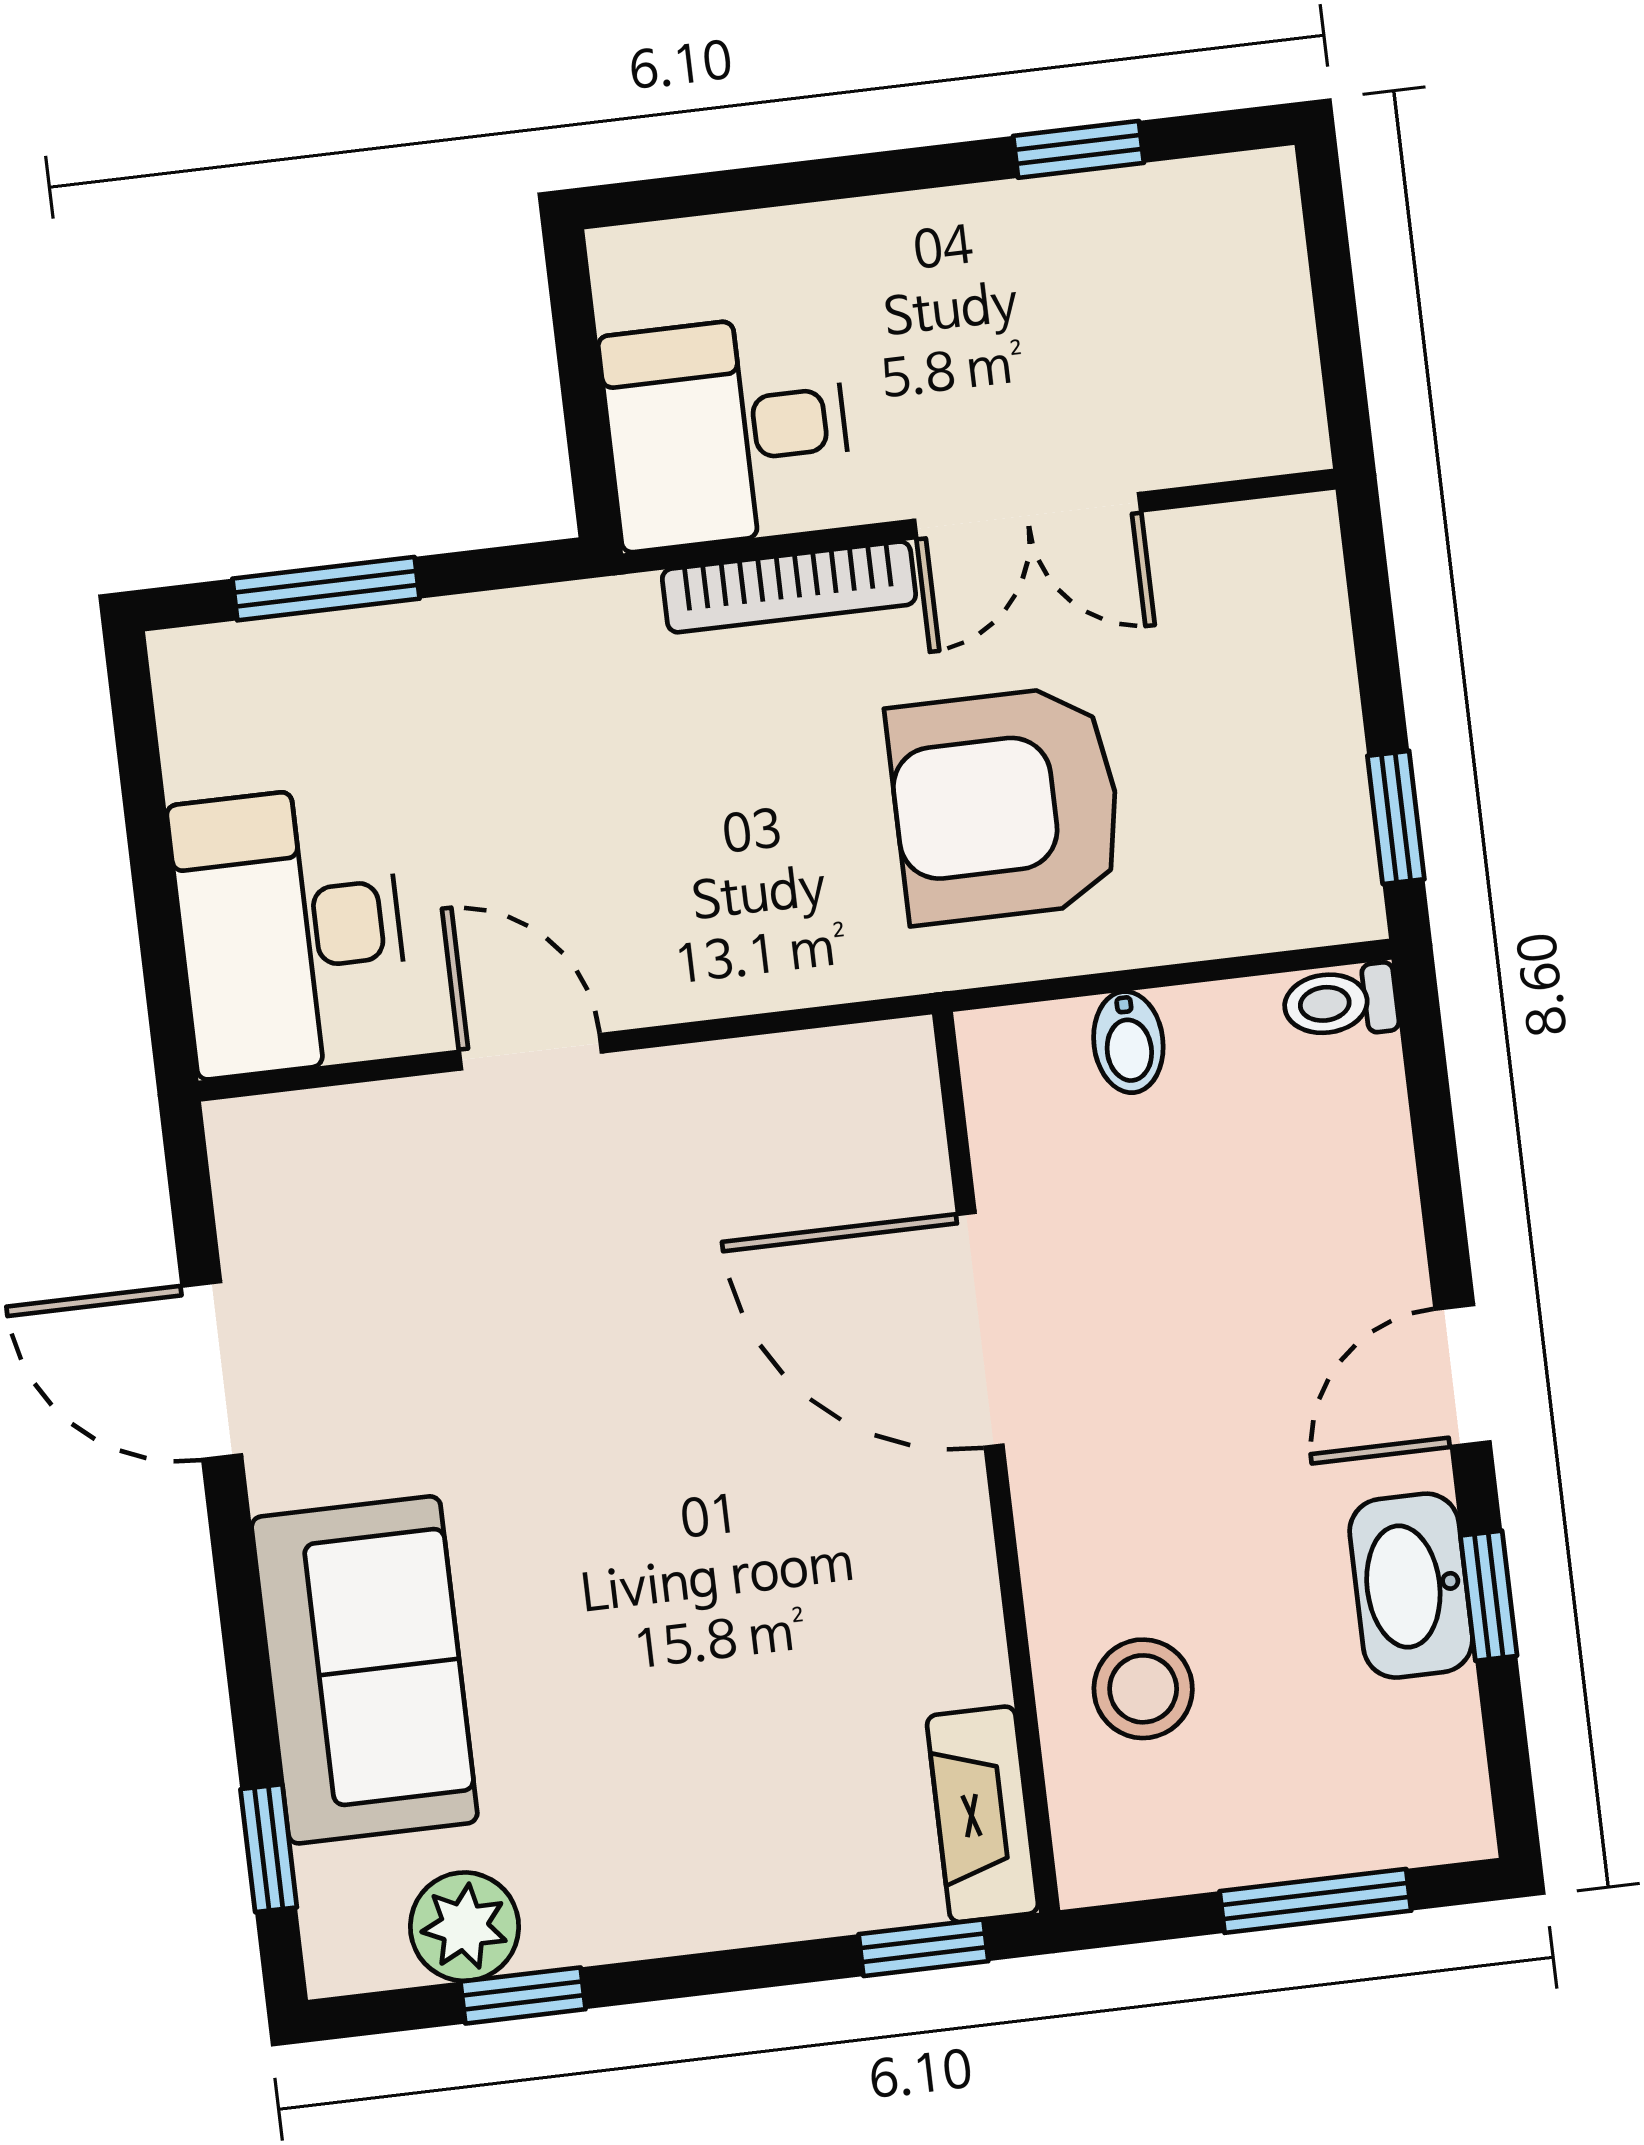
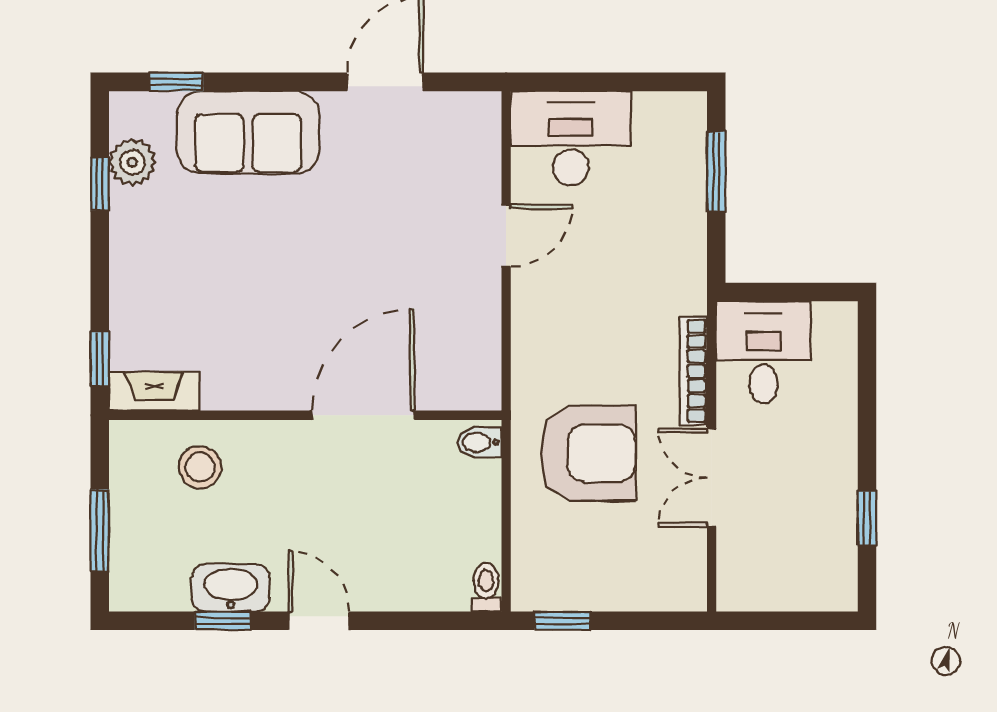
armchair: (1006, 805) -> (588, 453), turned 90
bidet: (1128, 1042) -> (480, 442), moved

